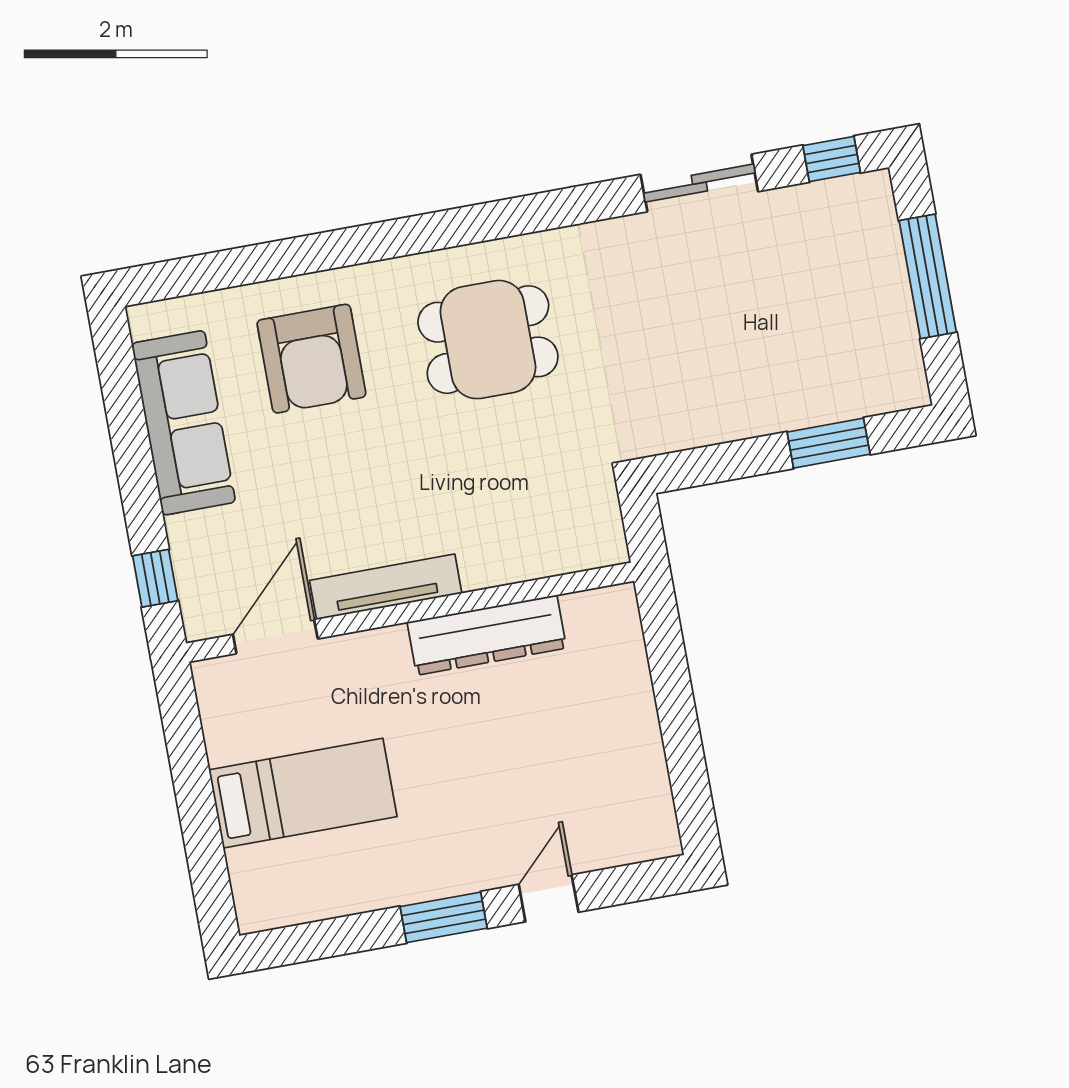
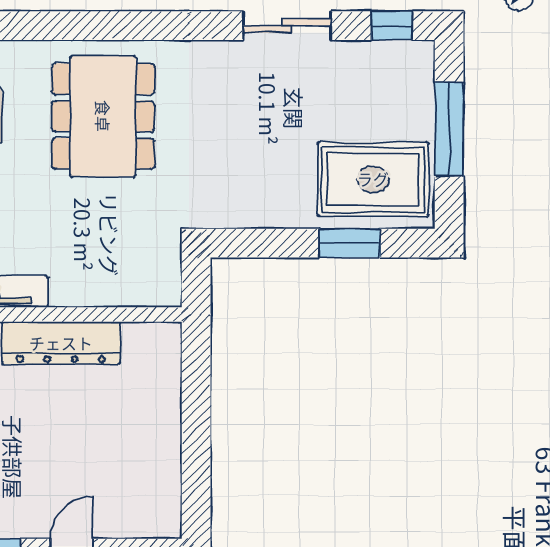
dining table: (488, 340) -> (103, 116), width x1.38
rug: (843, 357) -> (373, 179), added

